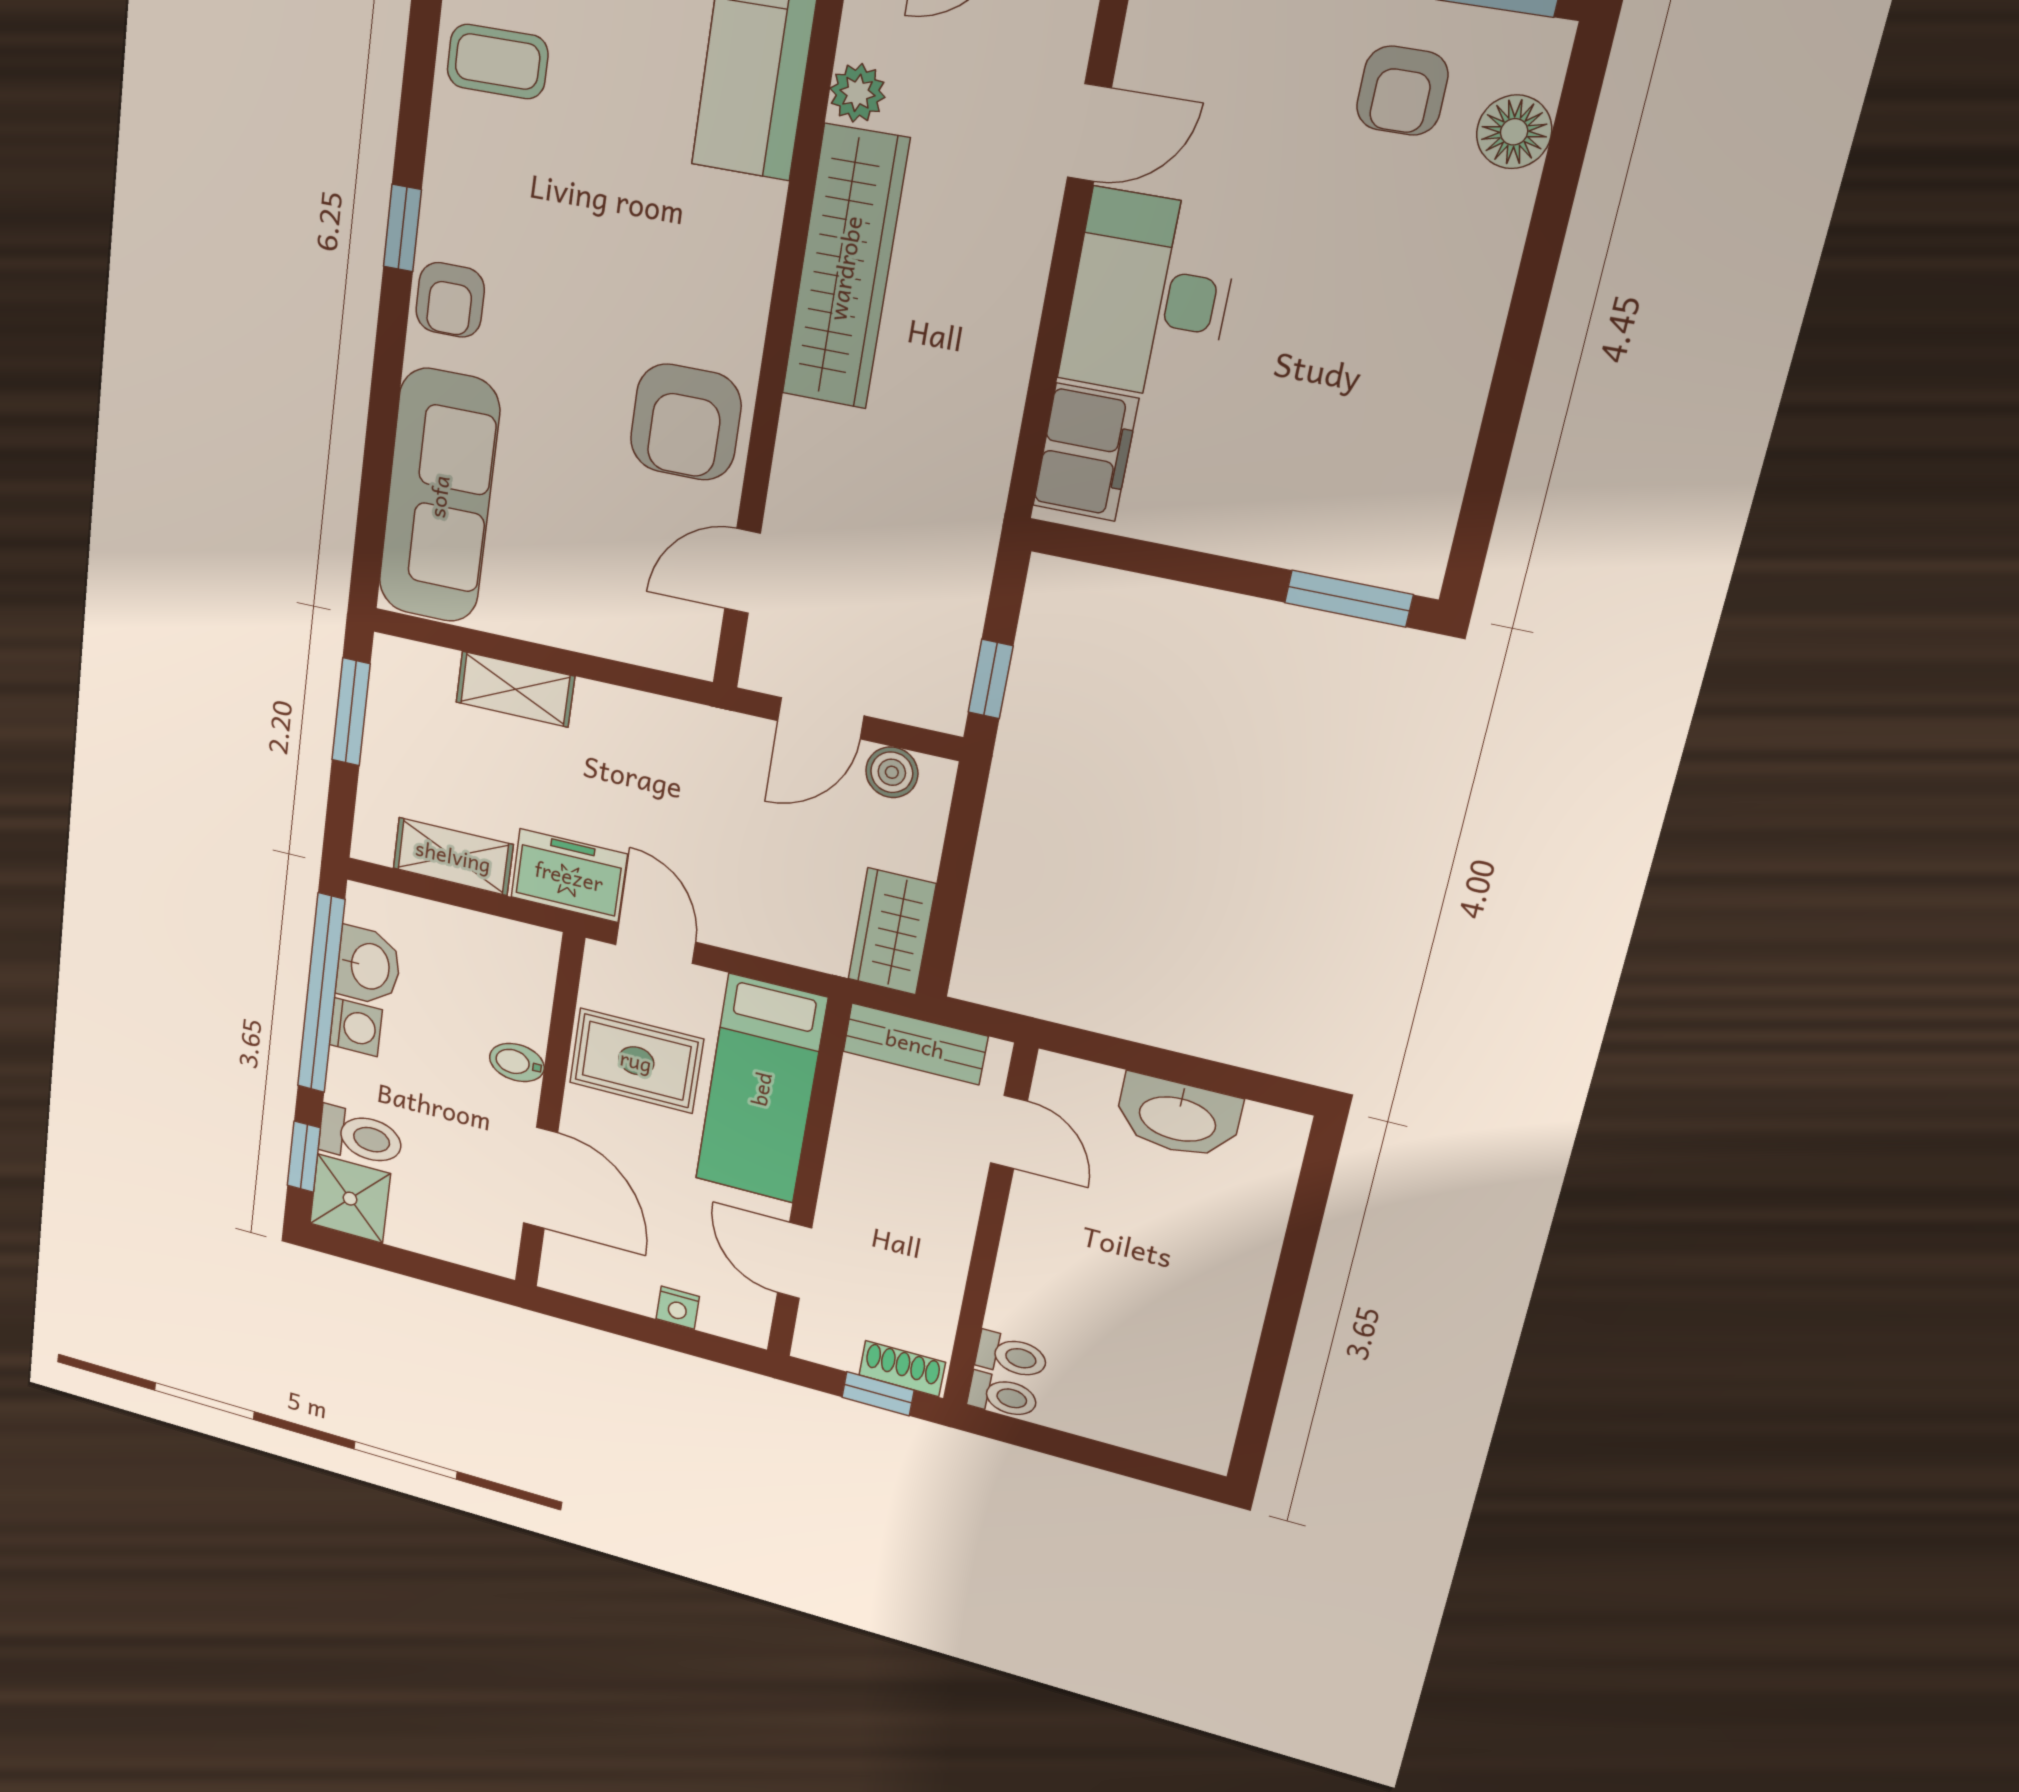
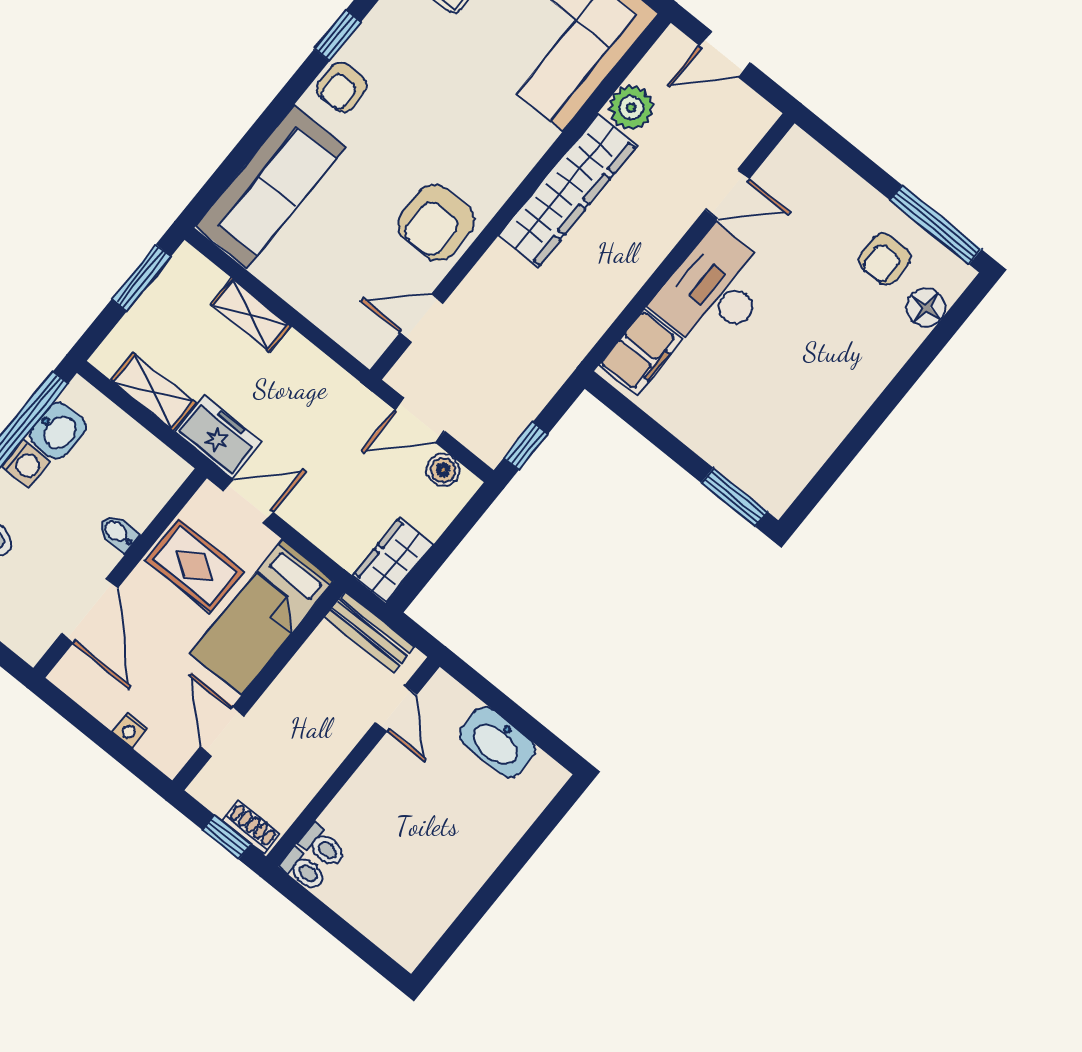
plant: (858, 93) -> (631, 108), width x1.38, depth x1.38
door: (656, 943) -> (248, 502), hinge flipped

